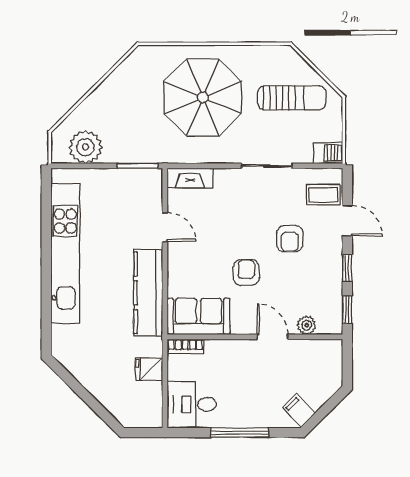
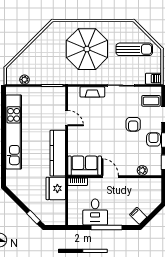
plant: (86, 147) -> (24, 80), width x0.53, depth x0.53
fireplace: (190, 178) -> (92, 92), moved
armchair: (246, 272) -> (154, 139), moved
door: (272, 337) -> (110, 177), moved
fridge: (149, 369) -> (56, 188), width x1.88, depth x1.34
desk: (192, 404) -> (95, 212), moved, turned -90
window: (103, 413) -> (34, 217), added

